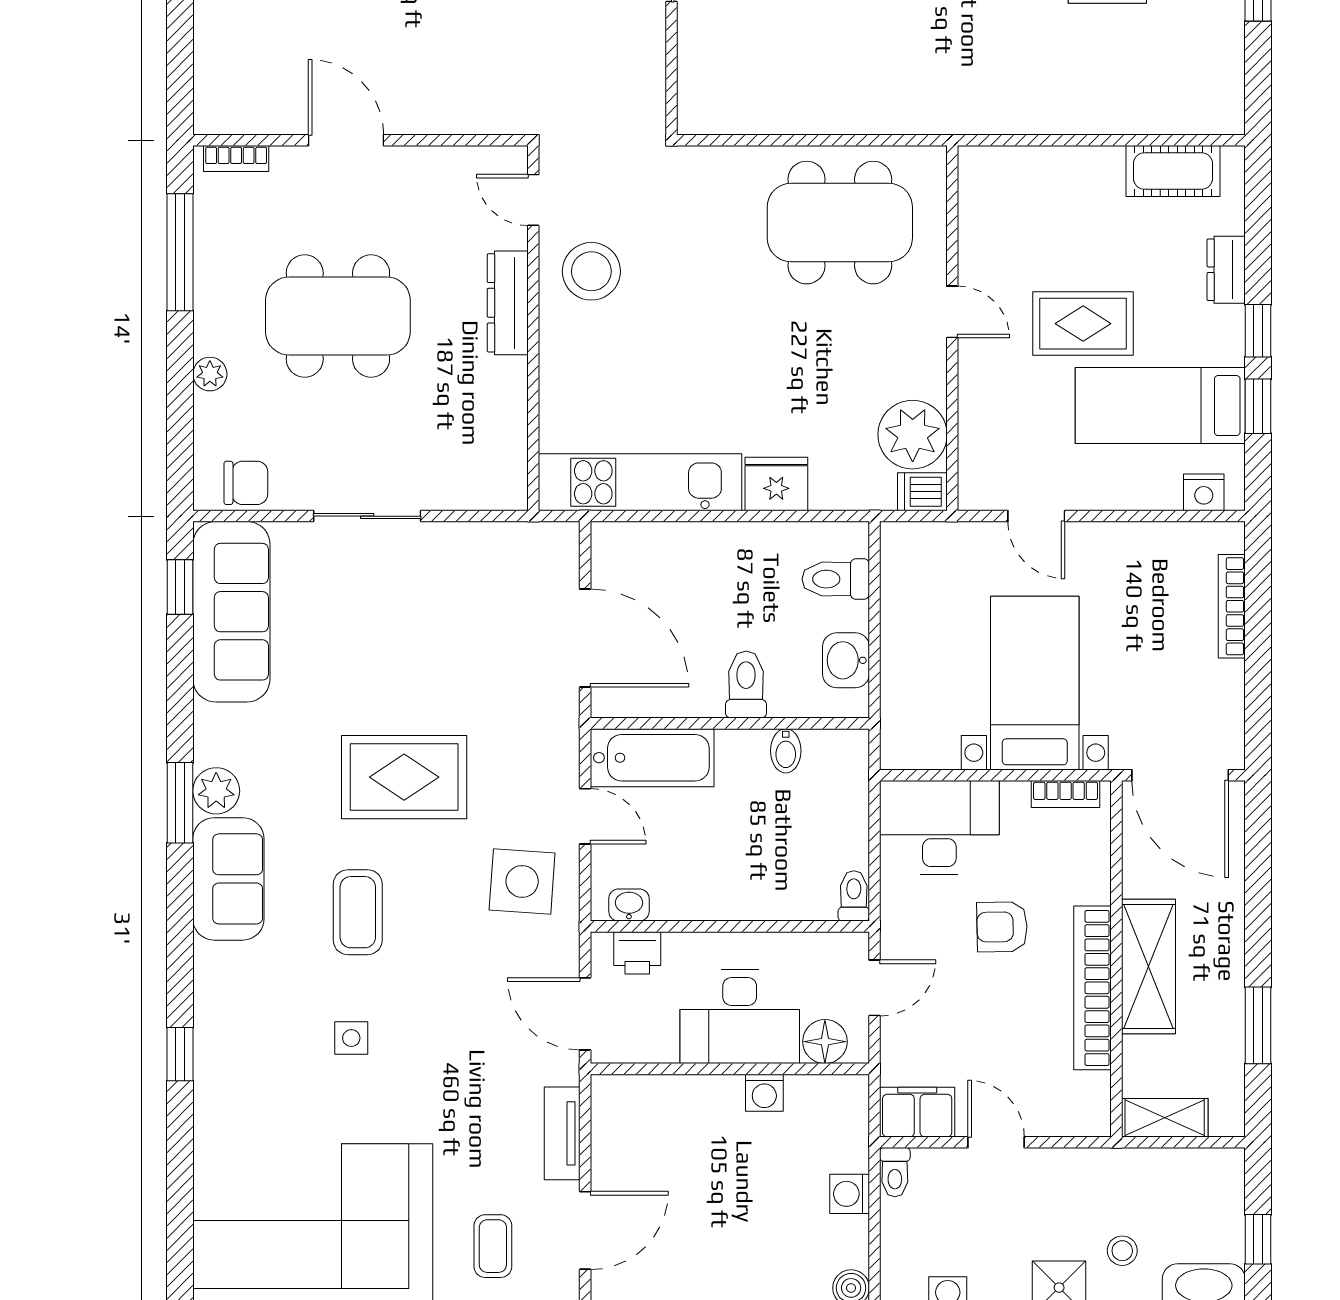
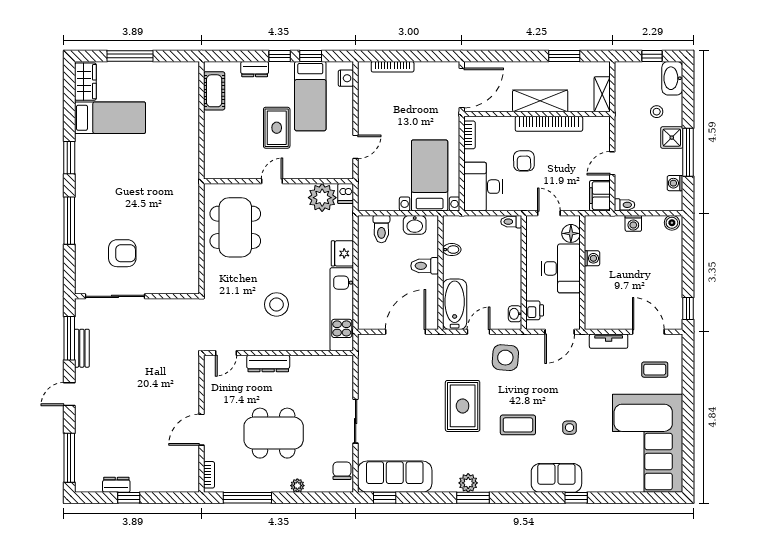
stool: (591, 271) -> (276, 304), moved
dining table: (338, 316) -> (274, 433), turned 90
bed with nightstands: (1035, 683) -> (430, 175), moved, turned 90
sofa: (228, 879) -> (556, 478), moved

